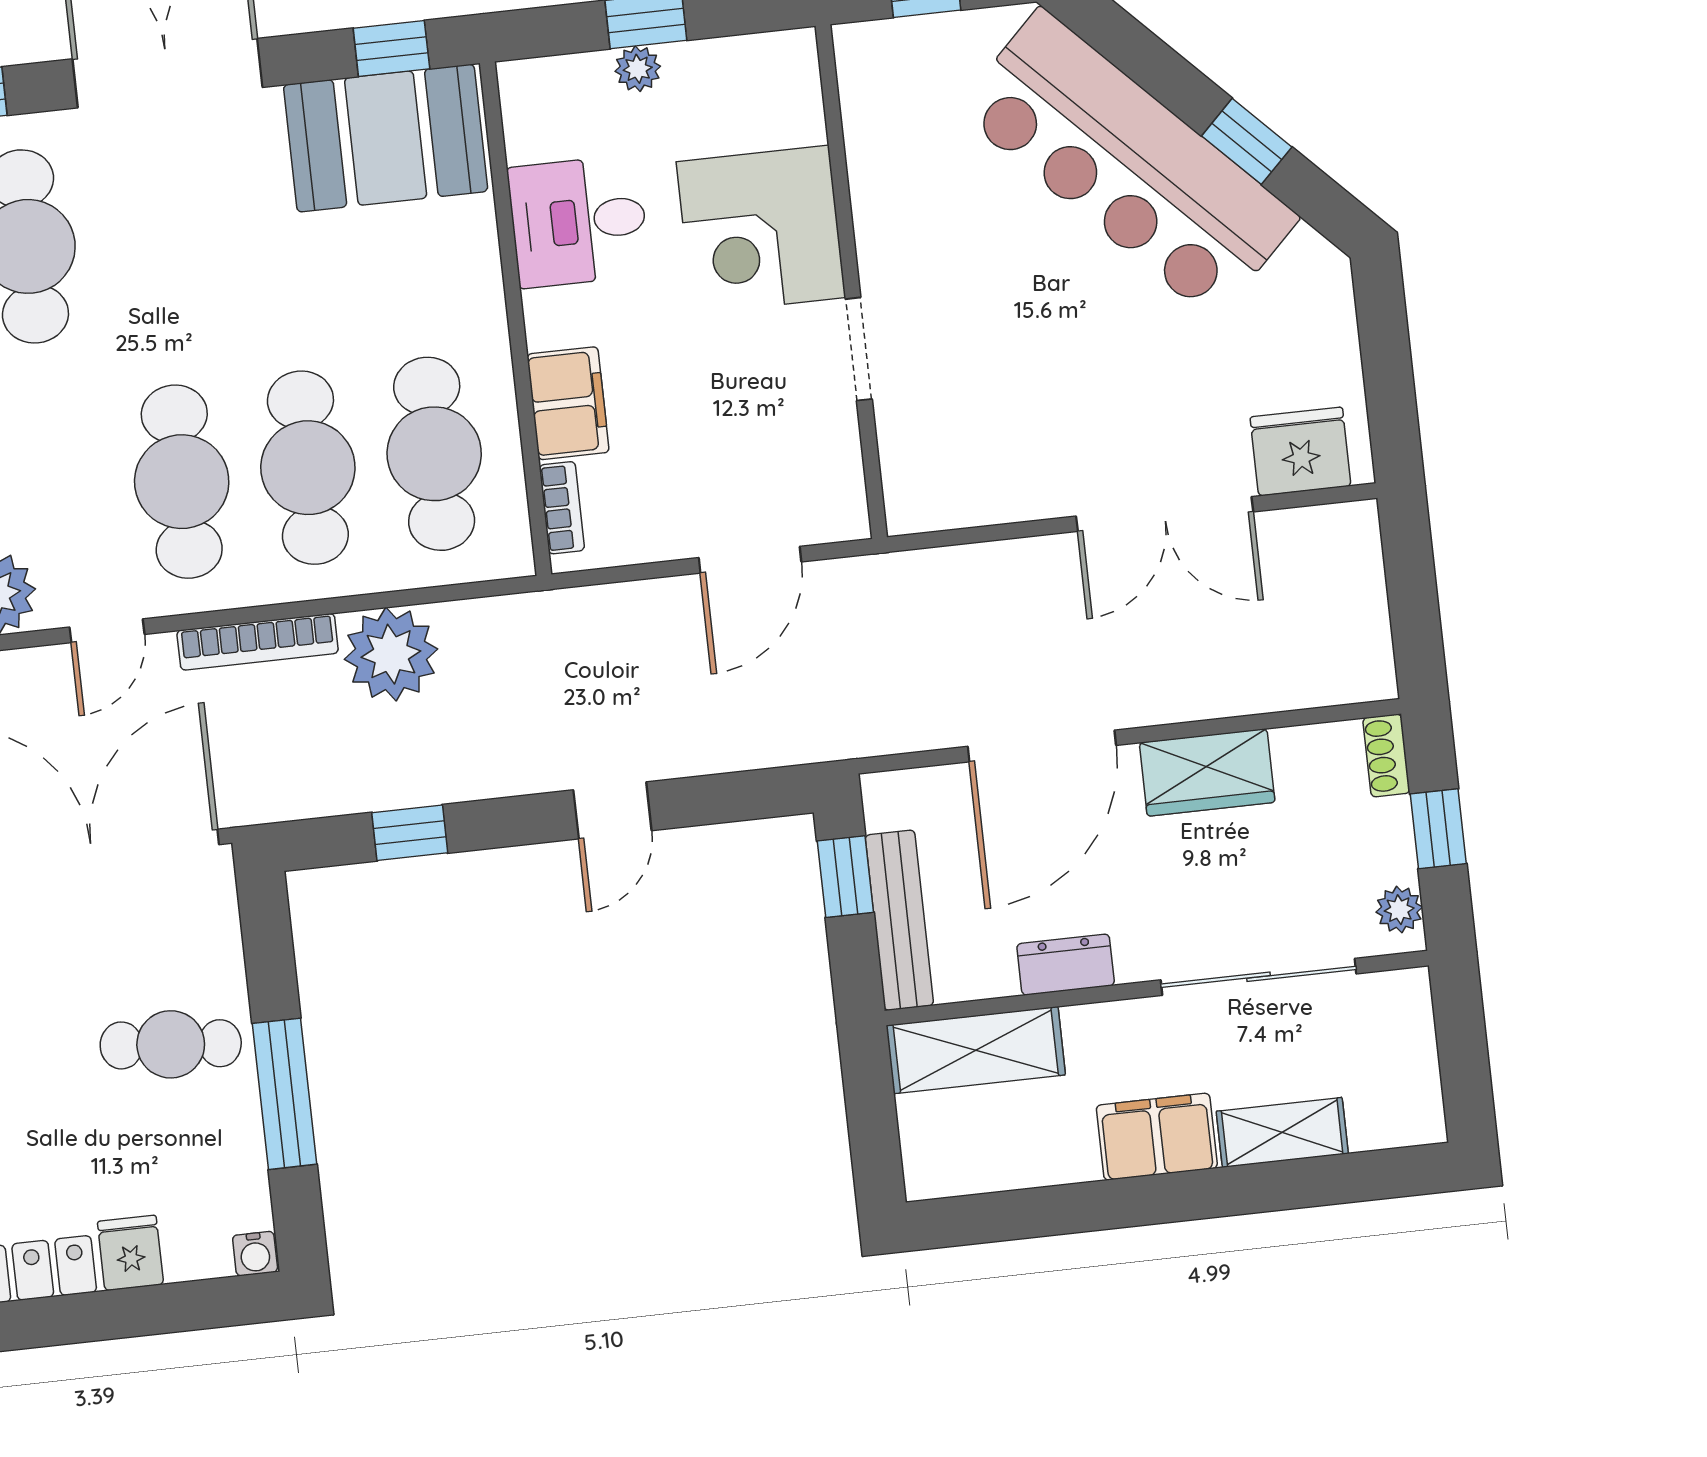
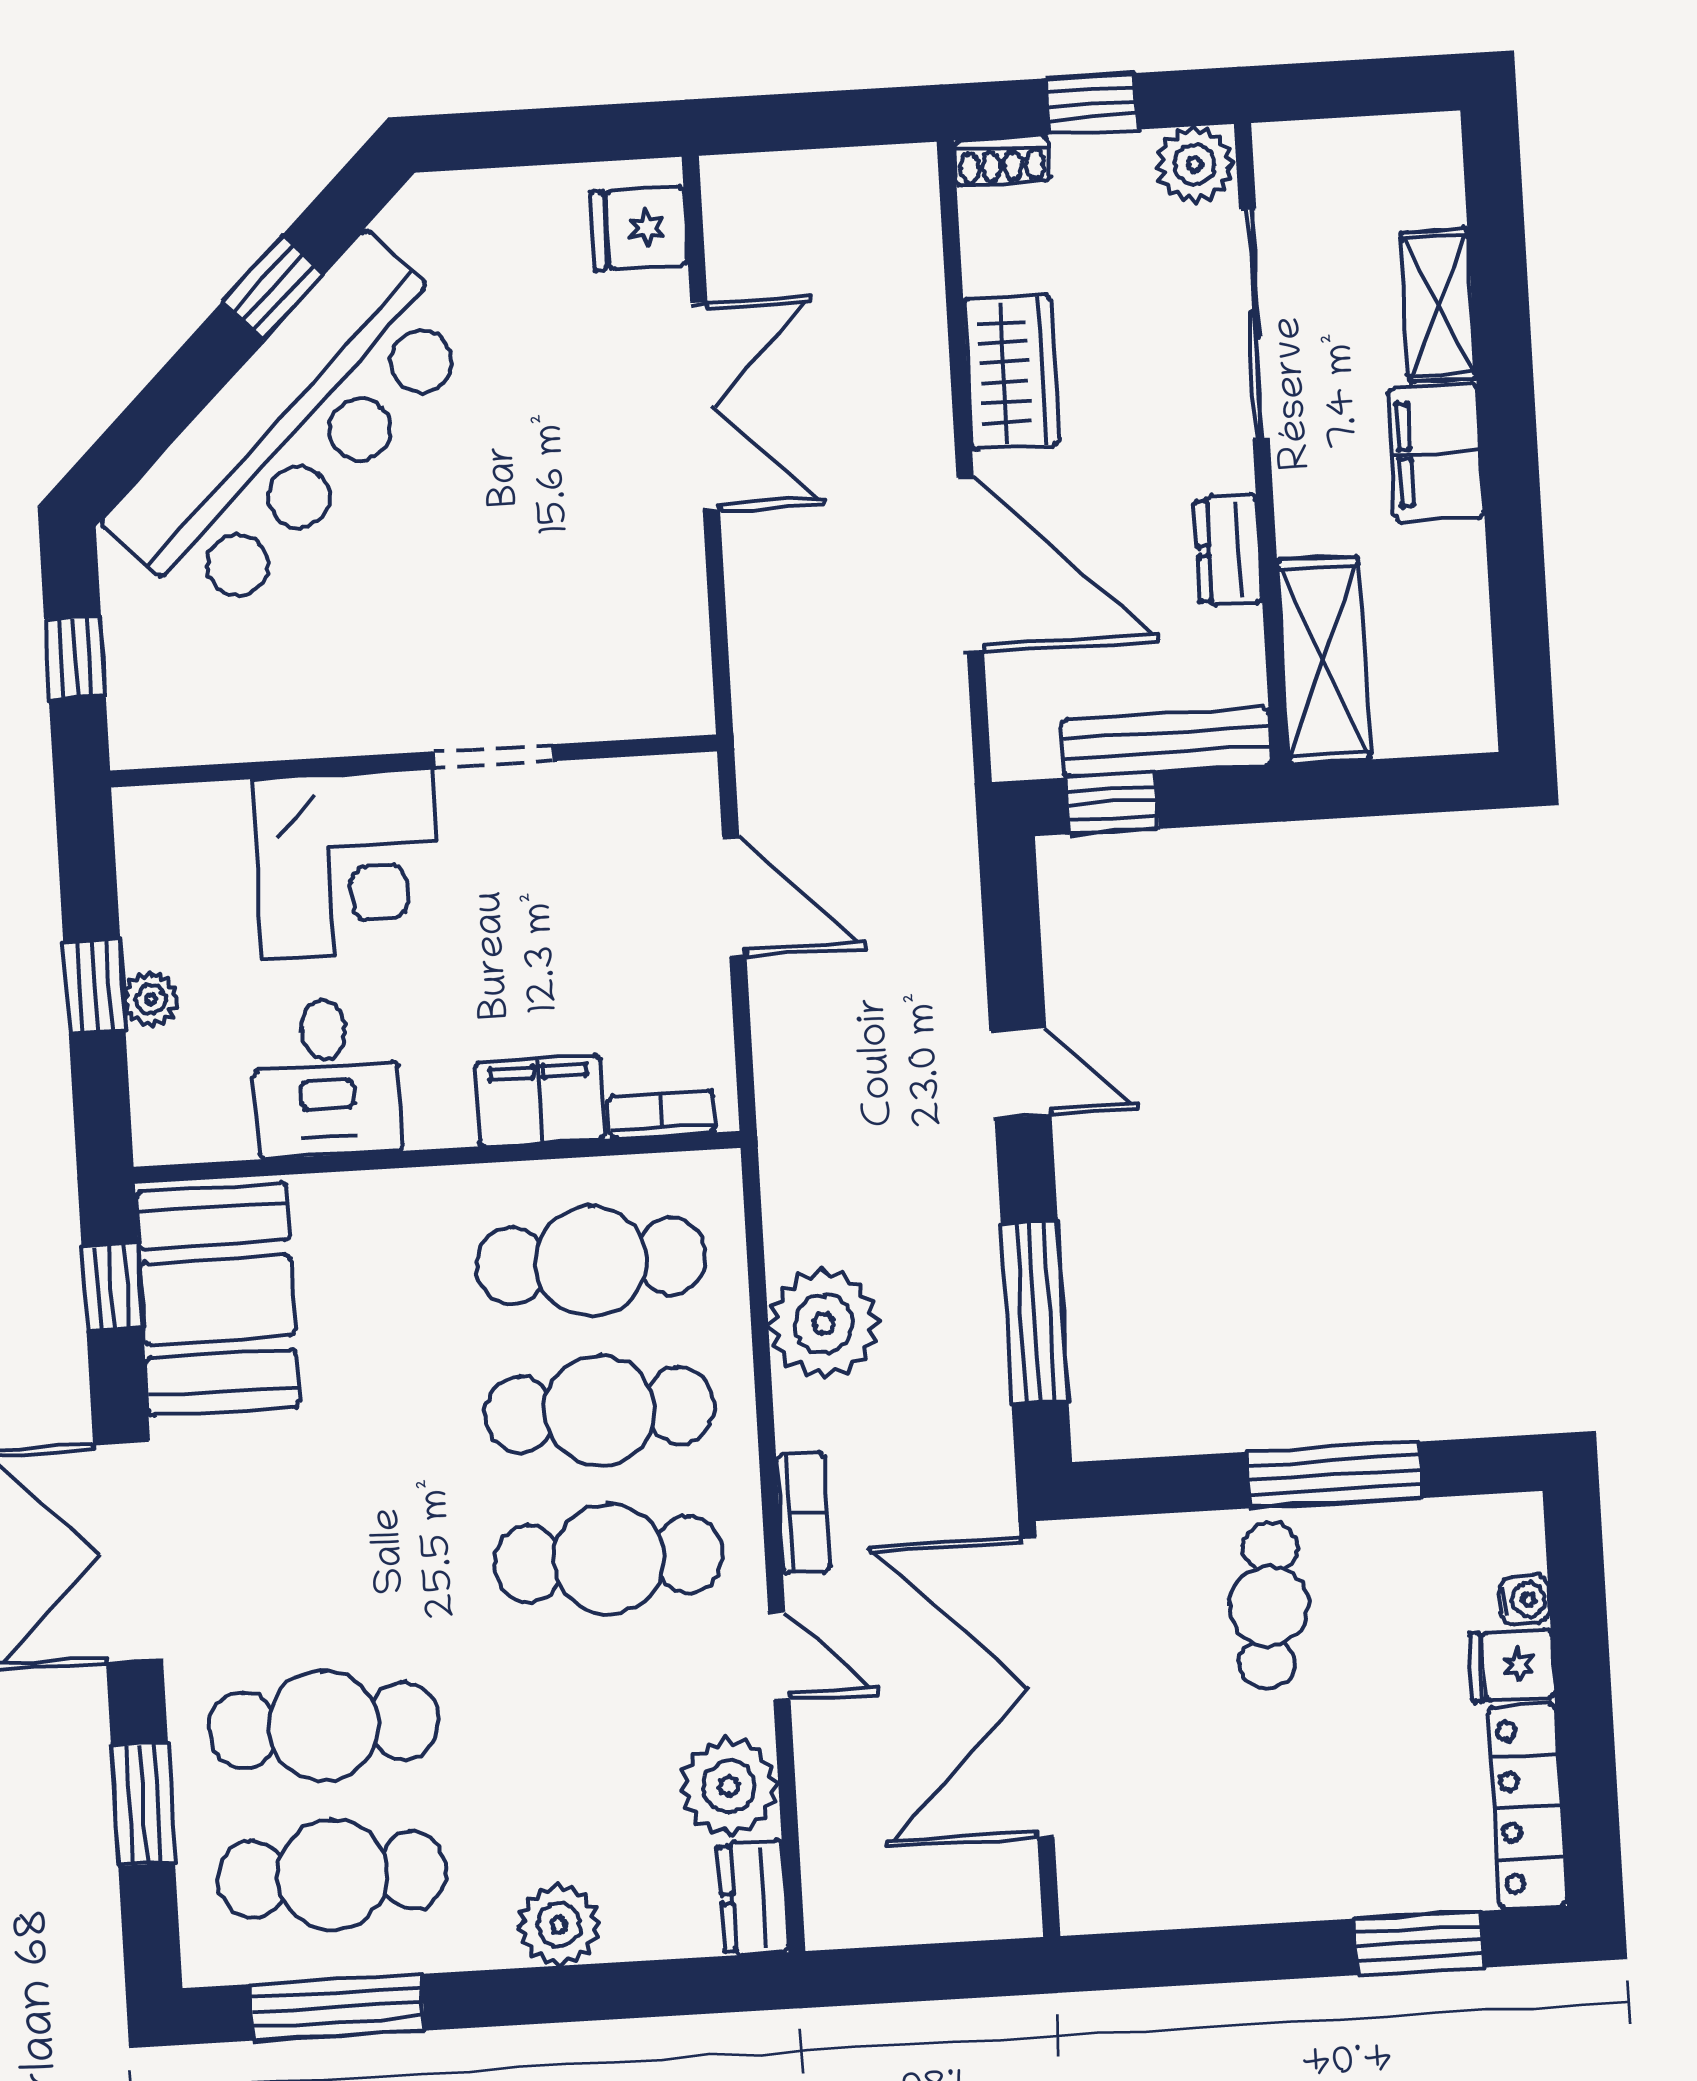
fridge: (1300, 451) -> (639, 228), width x0.72
bookcase: (258, 642) -> (803, 1513), width x0.64
window: (410, 833) -> (1035, 1312), width x2.17
plant: (1399, 910) -> (1195, 164), width x1.38, depth x1.38
water cooler: (255, 1254) -> (1525, 1600), moved

